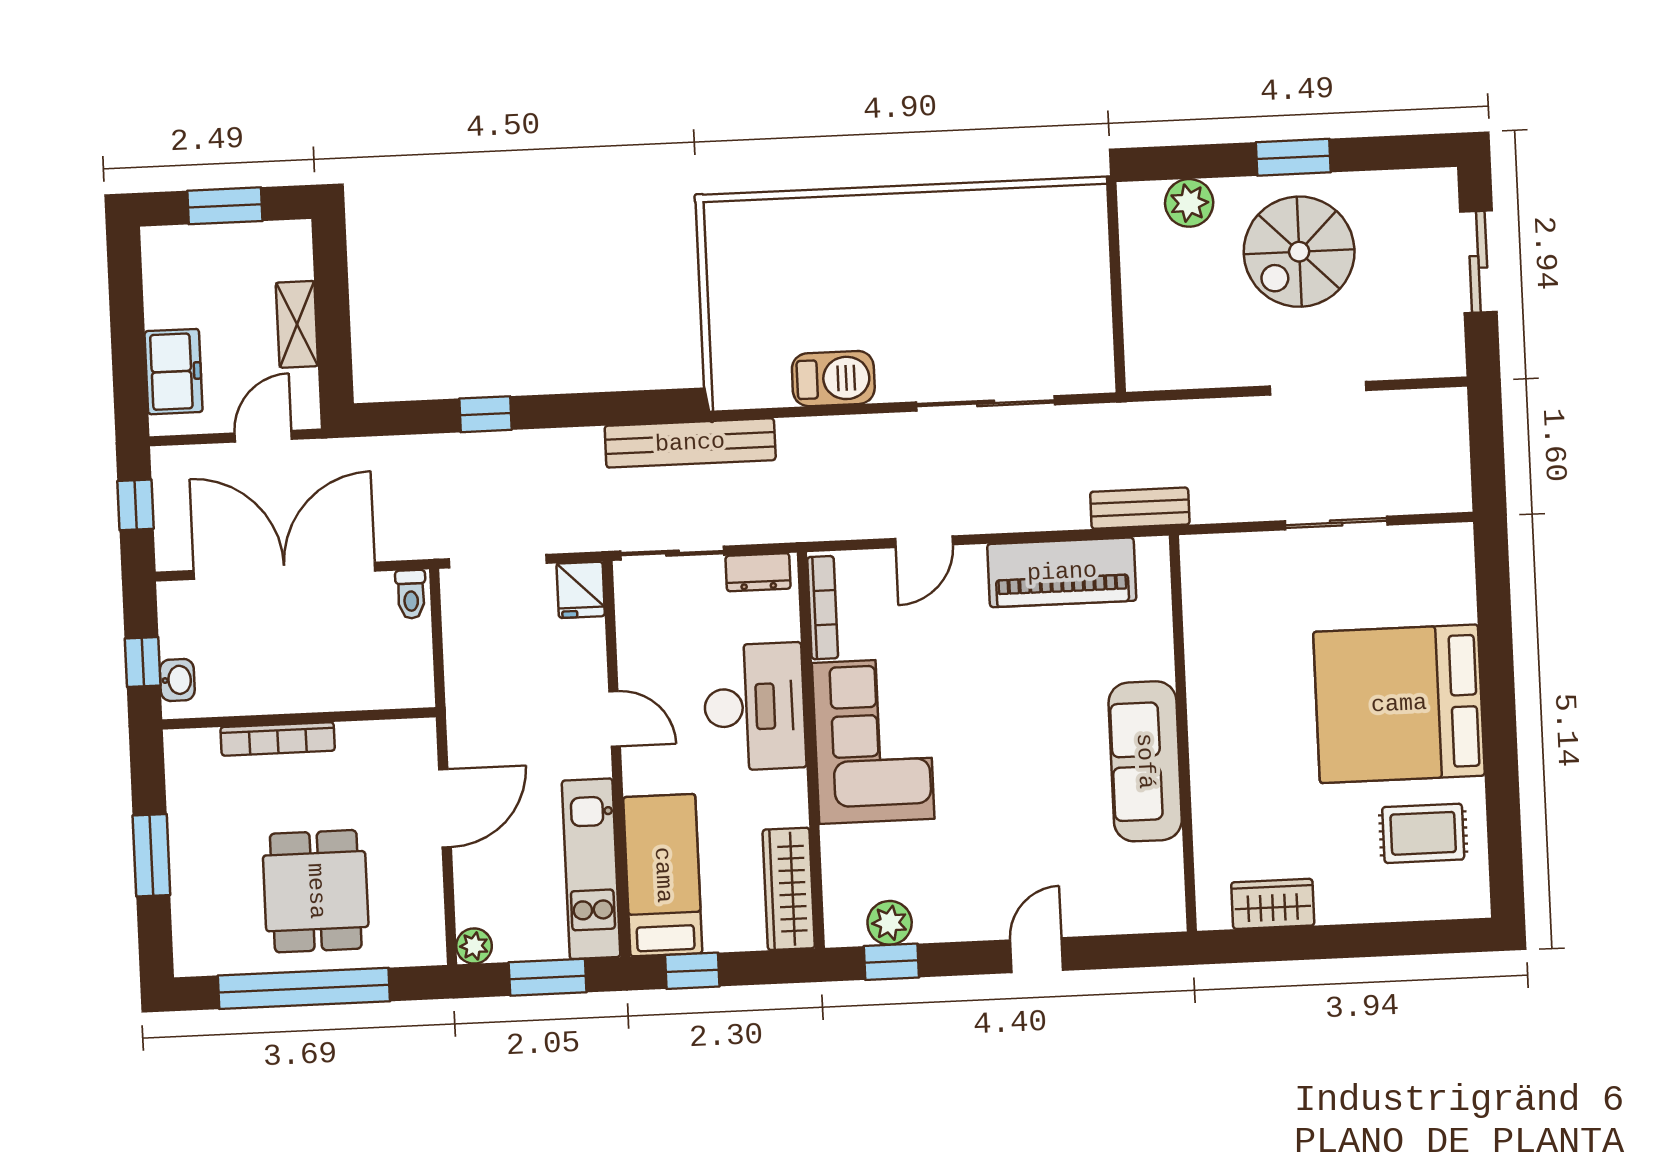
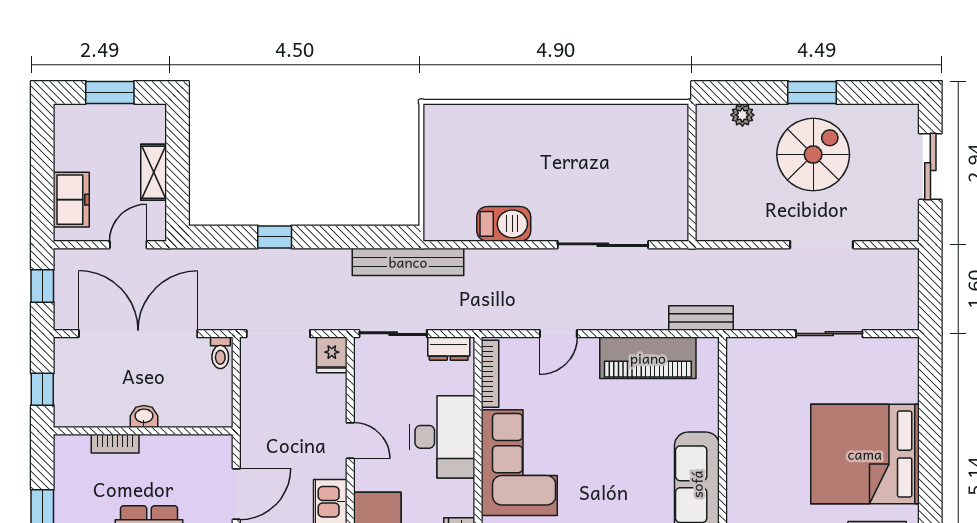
plant: (1189, 203) -> (742, 115), width x0.73, depth x0.73
spiral stairs: (1299, 252) -> (813, 155), turned 180
washbasin: (177, 680) -> (144, 416), moved, turned -90
bookcase: (278, 739) -> (115, 444), width x0.64

